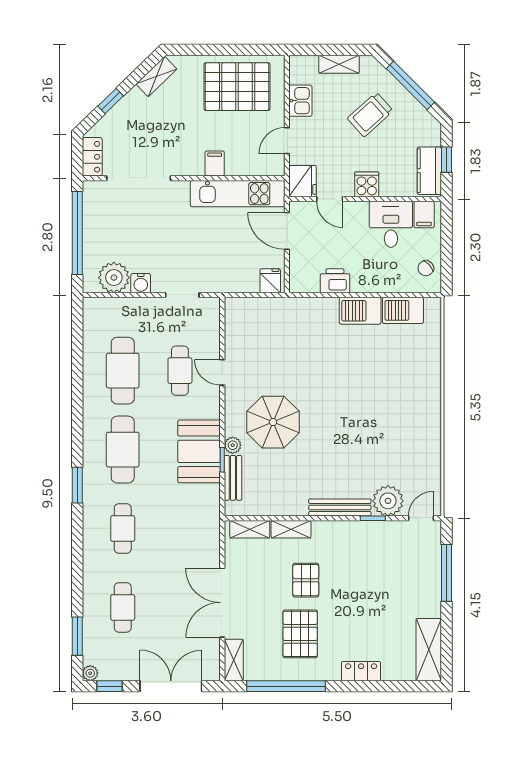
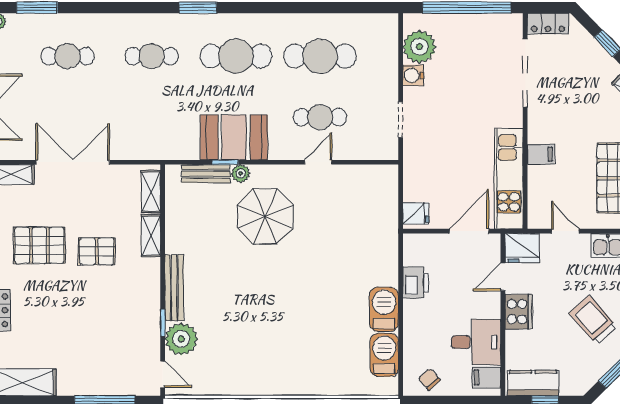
cooker: (367, 184) -> (519, 312), width x1.36

